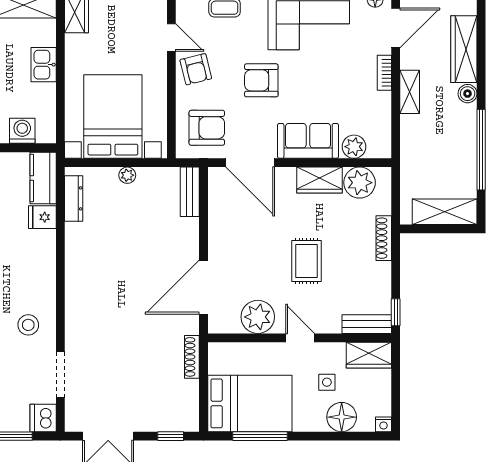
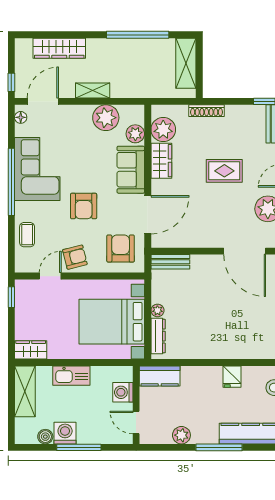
door: (396, 28) -> (43, 101), hinge flipped
kitchen sink: (44, 65) -> (71, 376), width x1.38
bookcase: (384, 73) -> (78, 110), removed
boiler: (468, 94) -> (94, 45), removed
plant: (375, 109) -> (106, 118), added
dresser: (74, 198) -> (158, 336), moved, turned 90
fridge: (42, 217) -> (232, 377), moved

